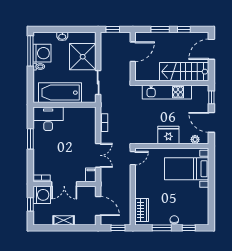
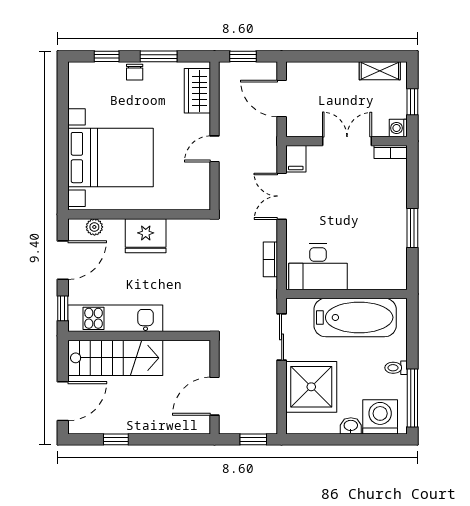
window: (160, 29) -> (162, 439), removed
washing machine: (42, 53) -> (380, 417), moved, turned 90
kitchen unit: (167, 92) -> (115, 318), moved
desk: (48, 119) -> (318, 267), moved
door: (211, 122) -> (63, 260), hinge flipped
door: (133, 158) -> (215, 149), moved
bed with nightstands: (187, 169) -> (111, 158), width x1.36
washing machine: (42, 195) -> (398, 128), width x0.53, depth x0.53
shelving: (64, 220) -> (380, 71), moved

